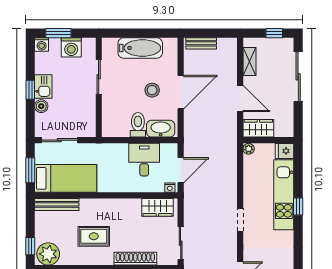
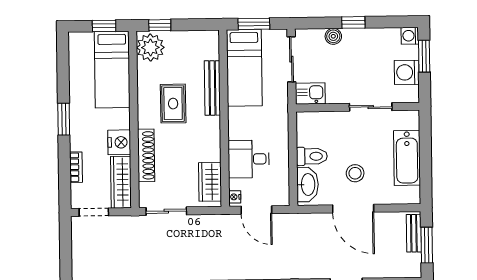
window: (211, 33) -> (427, 245), added
kitchen sink: (43, 87) -> (310, 93), moved, turned 180
desk: (144, 160) -> (249, 159), moved, turned 180
bench: (57, 204) -> (212, 88), moved

